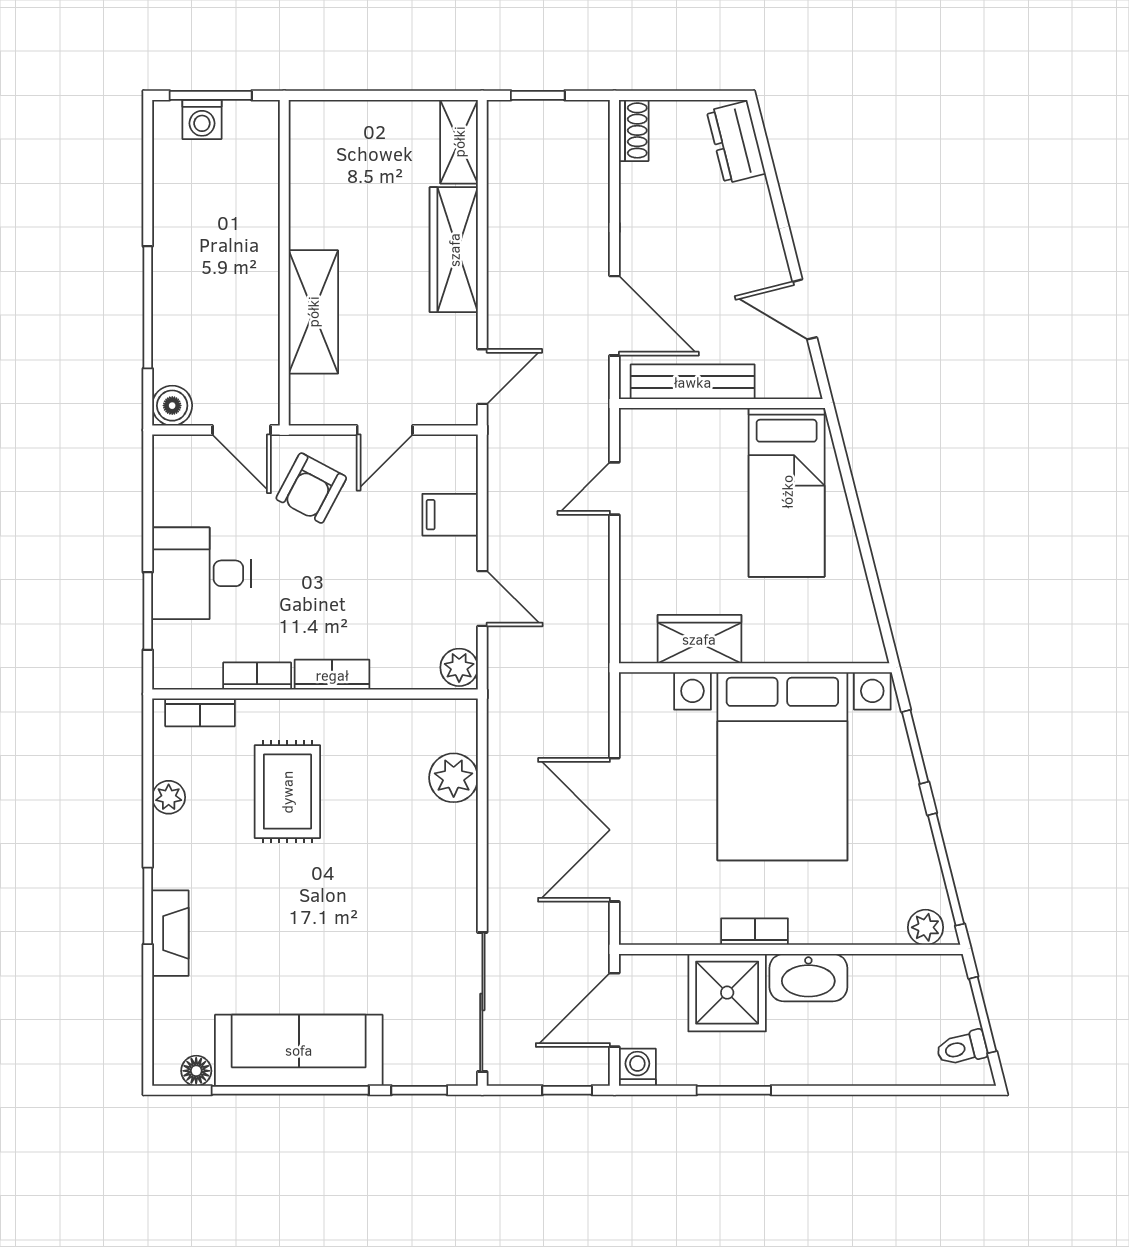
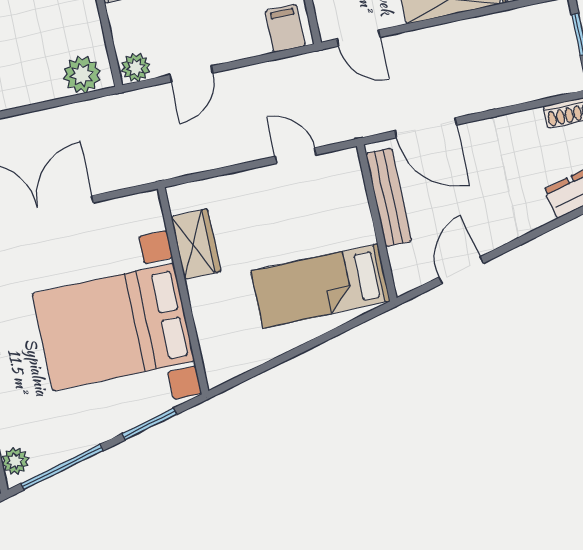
door: (614, 316) -> (426, 128), hinge flipped
filing cabinet: (450, 515) -> (285, 28), moved
plant: (454, 778) -> (82, 75), moved

